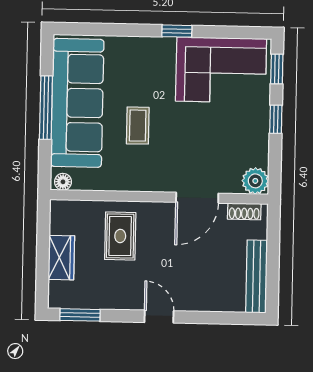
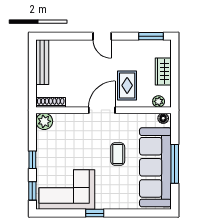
door: (197, 198) -> (102, 110), moved
plant: (70, 209) -> (159, 101), added
shoe rack: (244, 211) -> (51, 102), width x1.43

